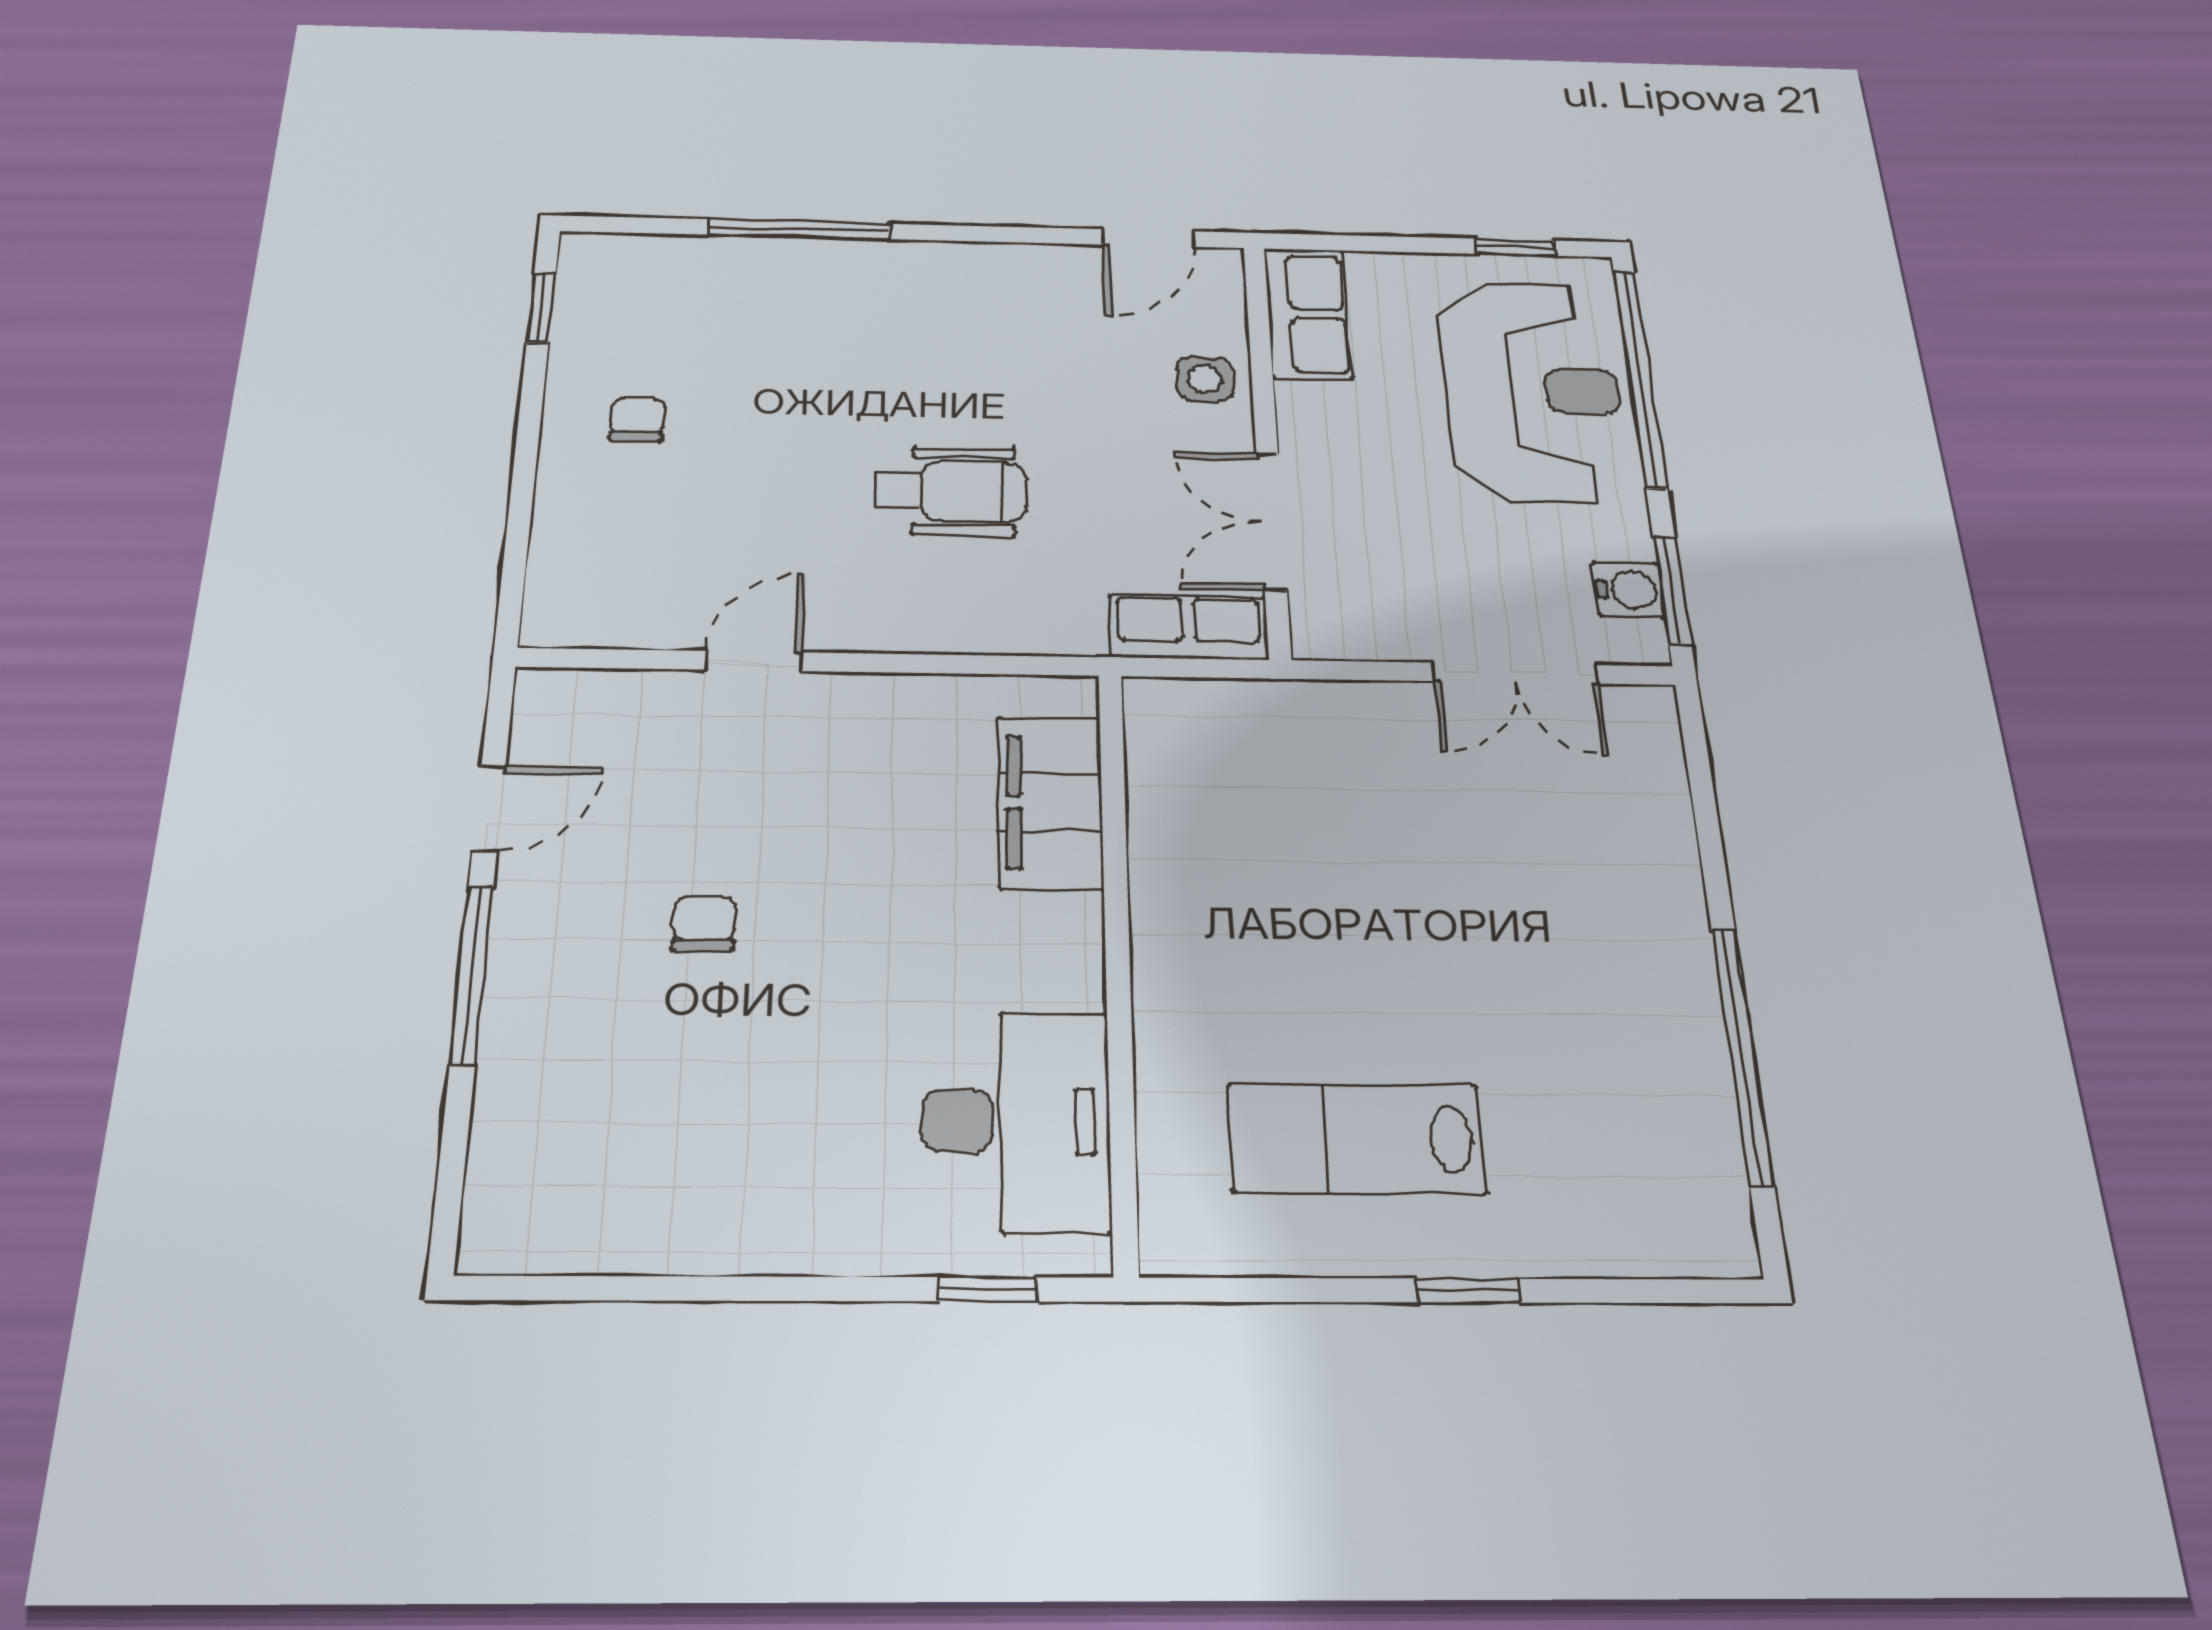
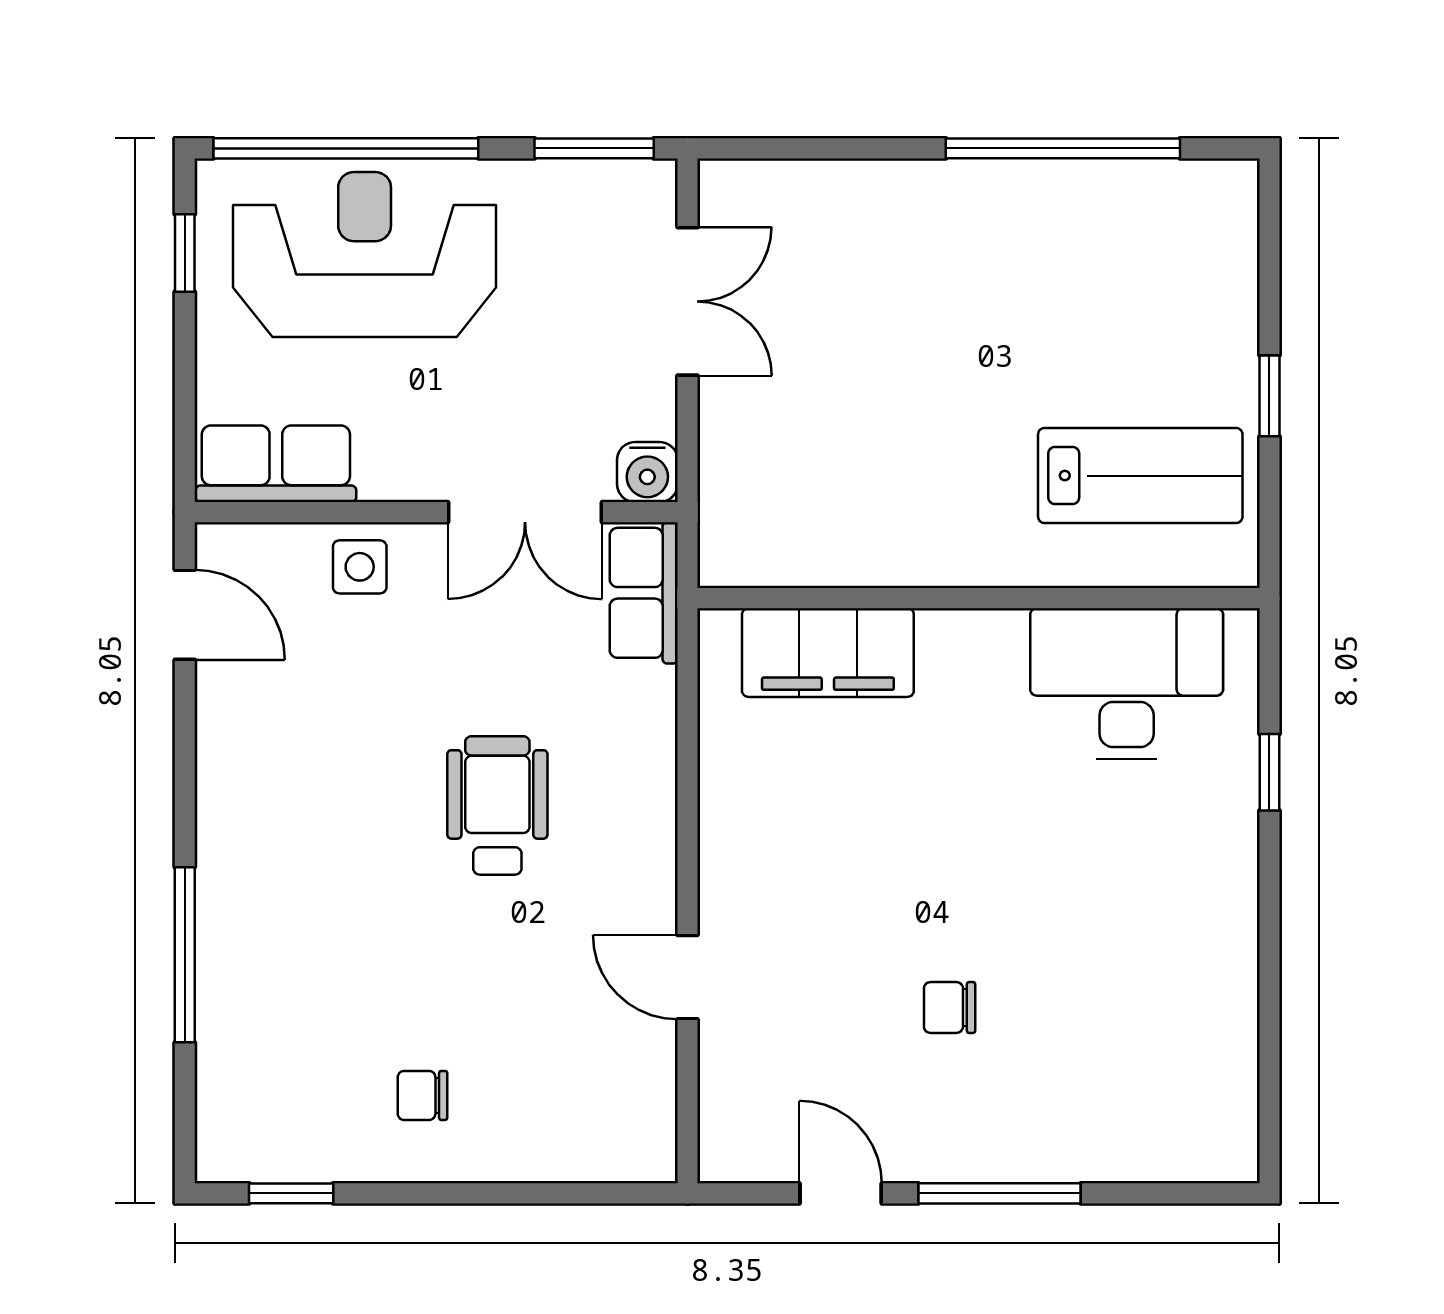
water cooler: (1629, 590) -> (647, 472), moved, turned 180
filing cabinet: (1050, 802) -> (828, 653), moved
wall: (1118, 958) -> (978, 598), moved
desk: (1016, 1121) -> (1127, 684), moved
lab bench: (1356, 1139) -> (1140, 476), turned -90

